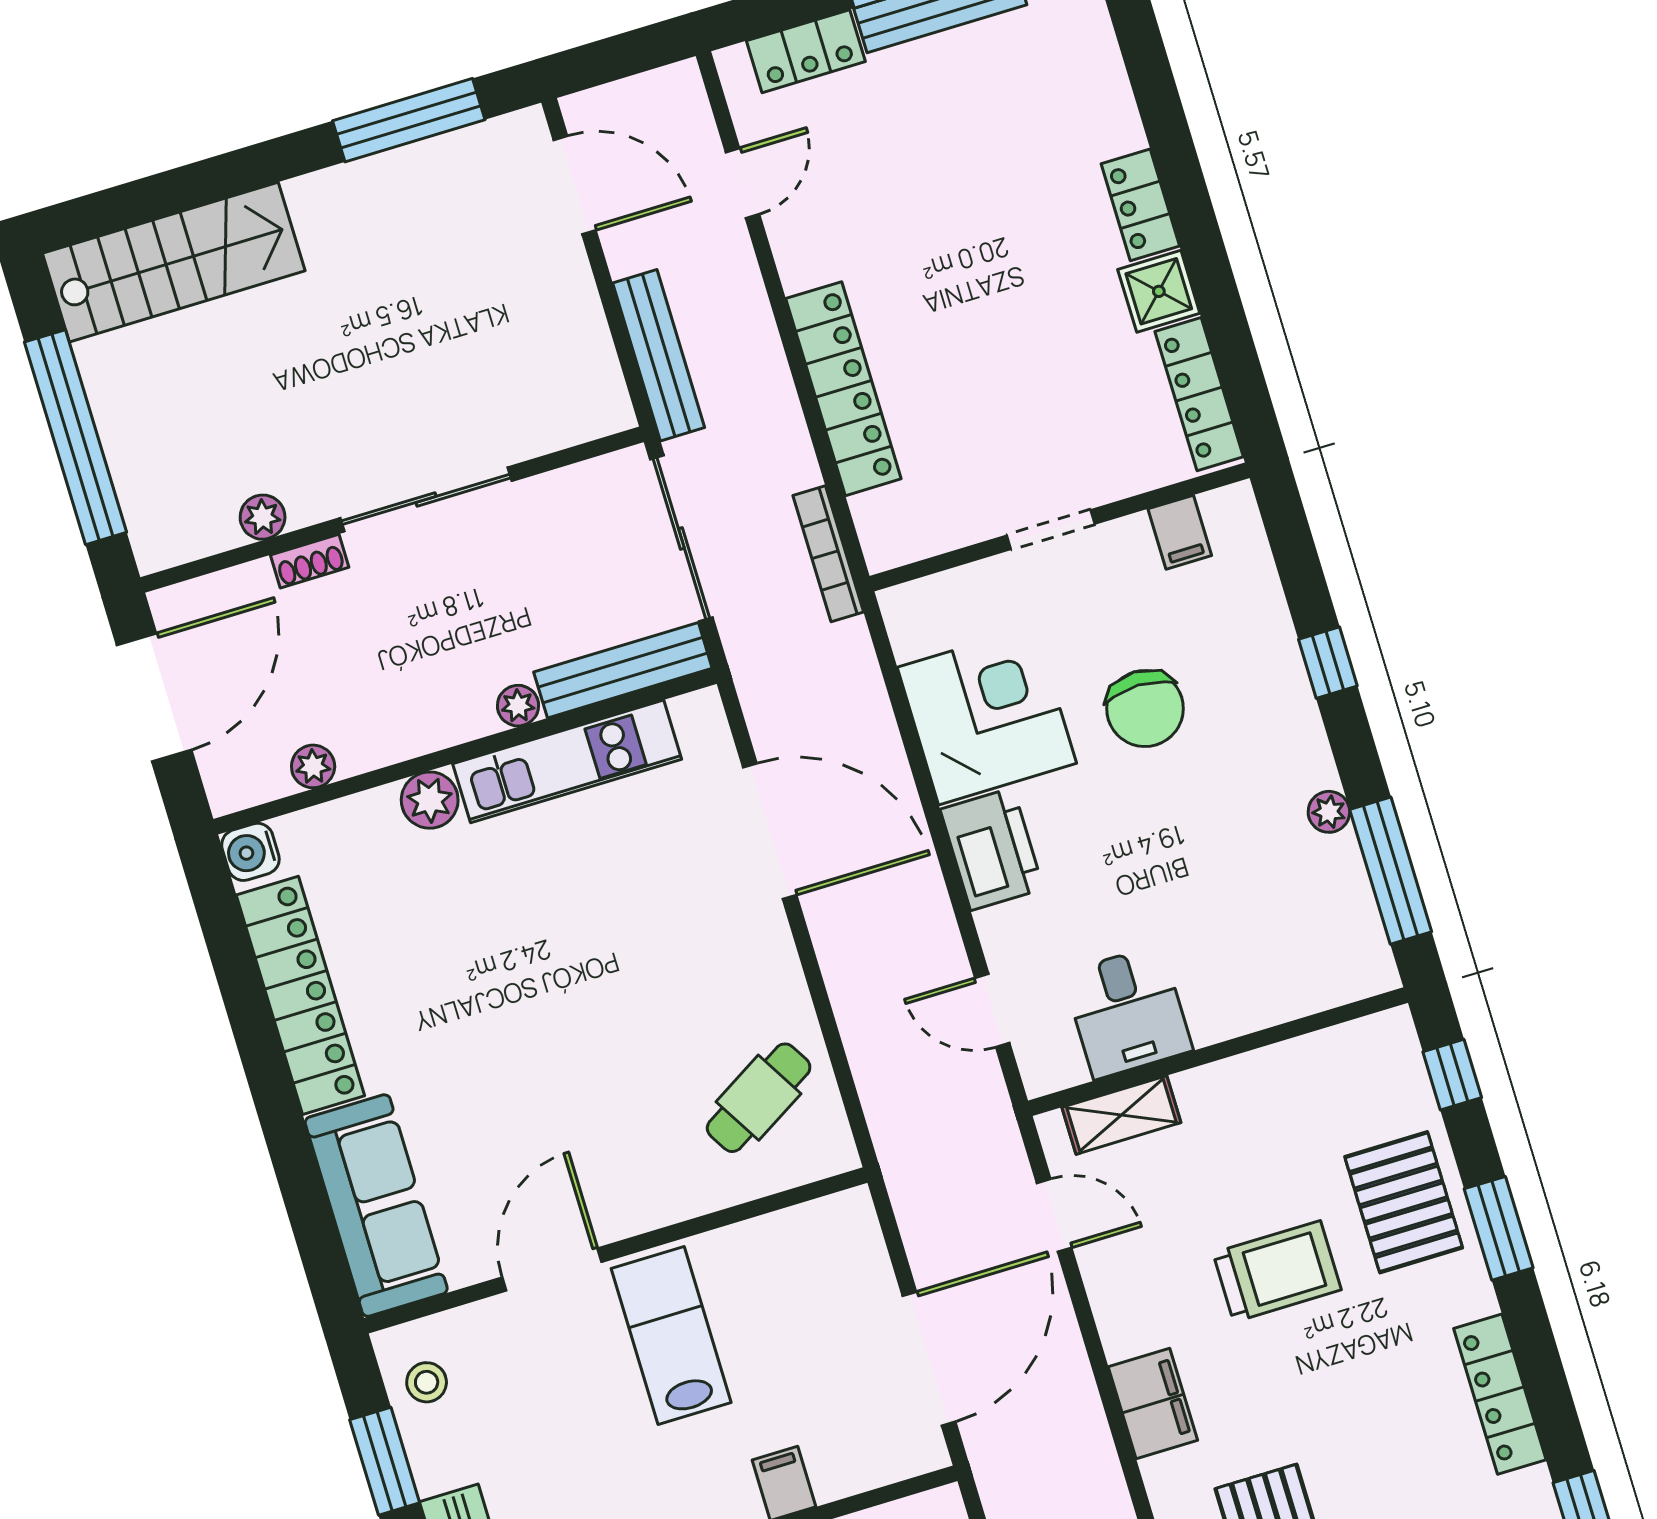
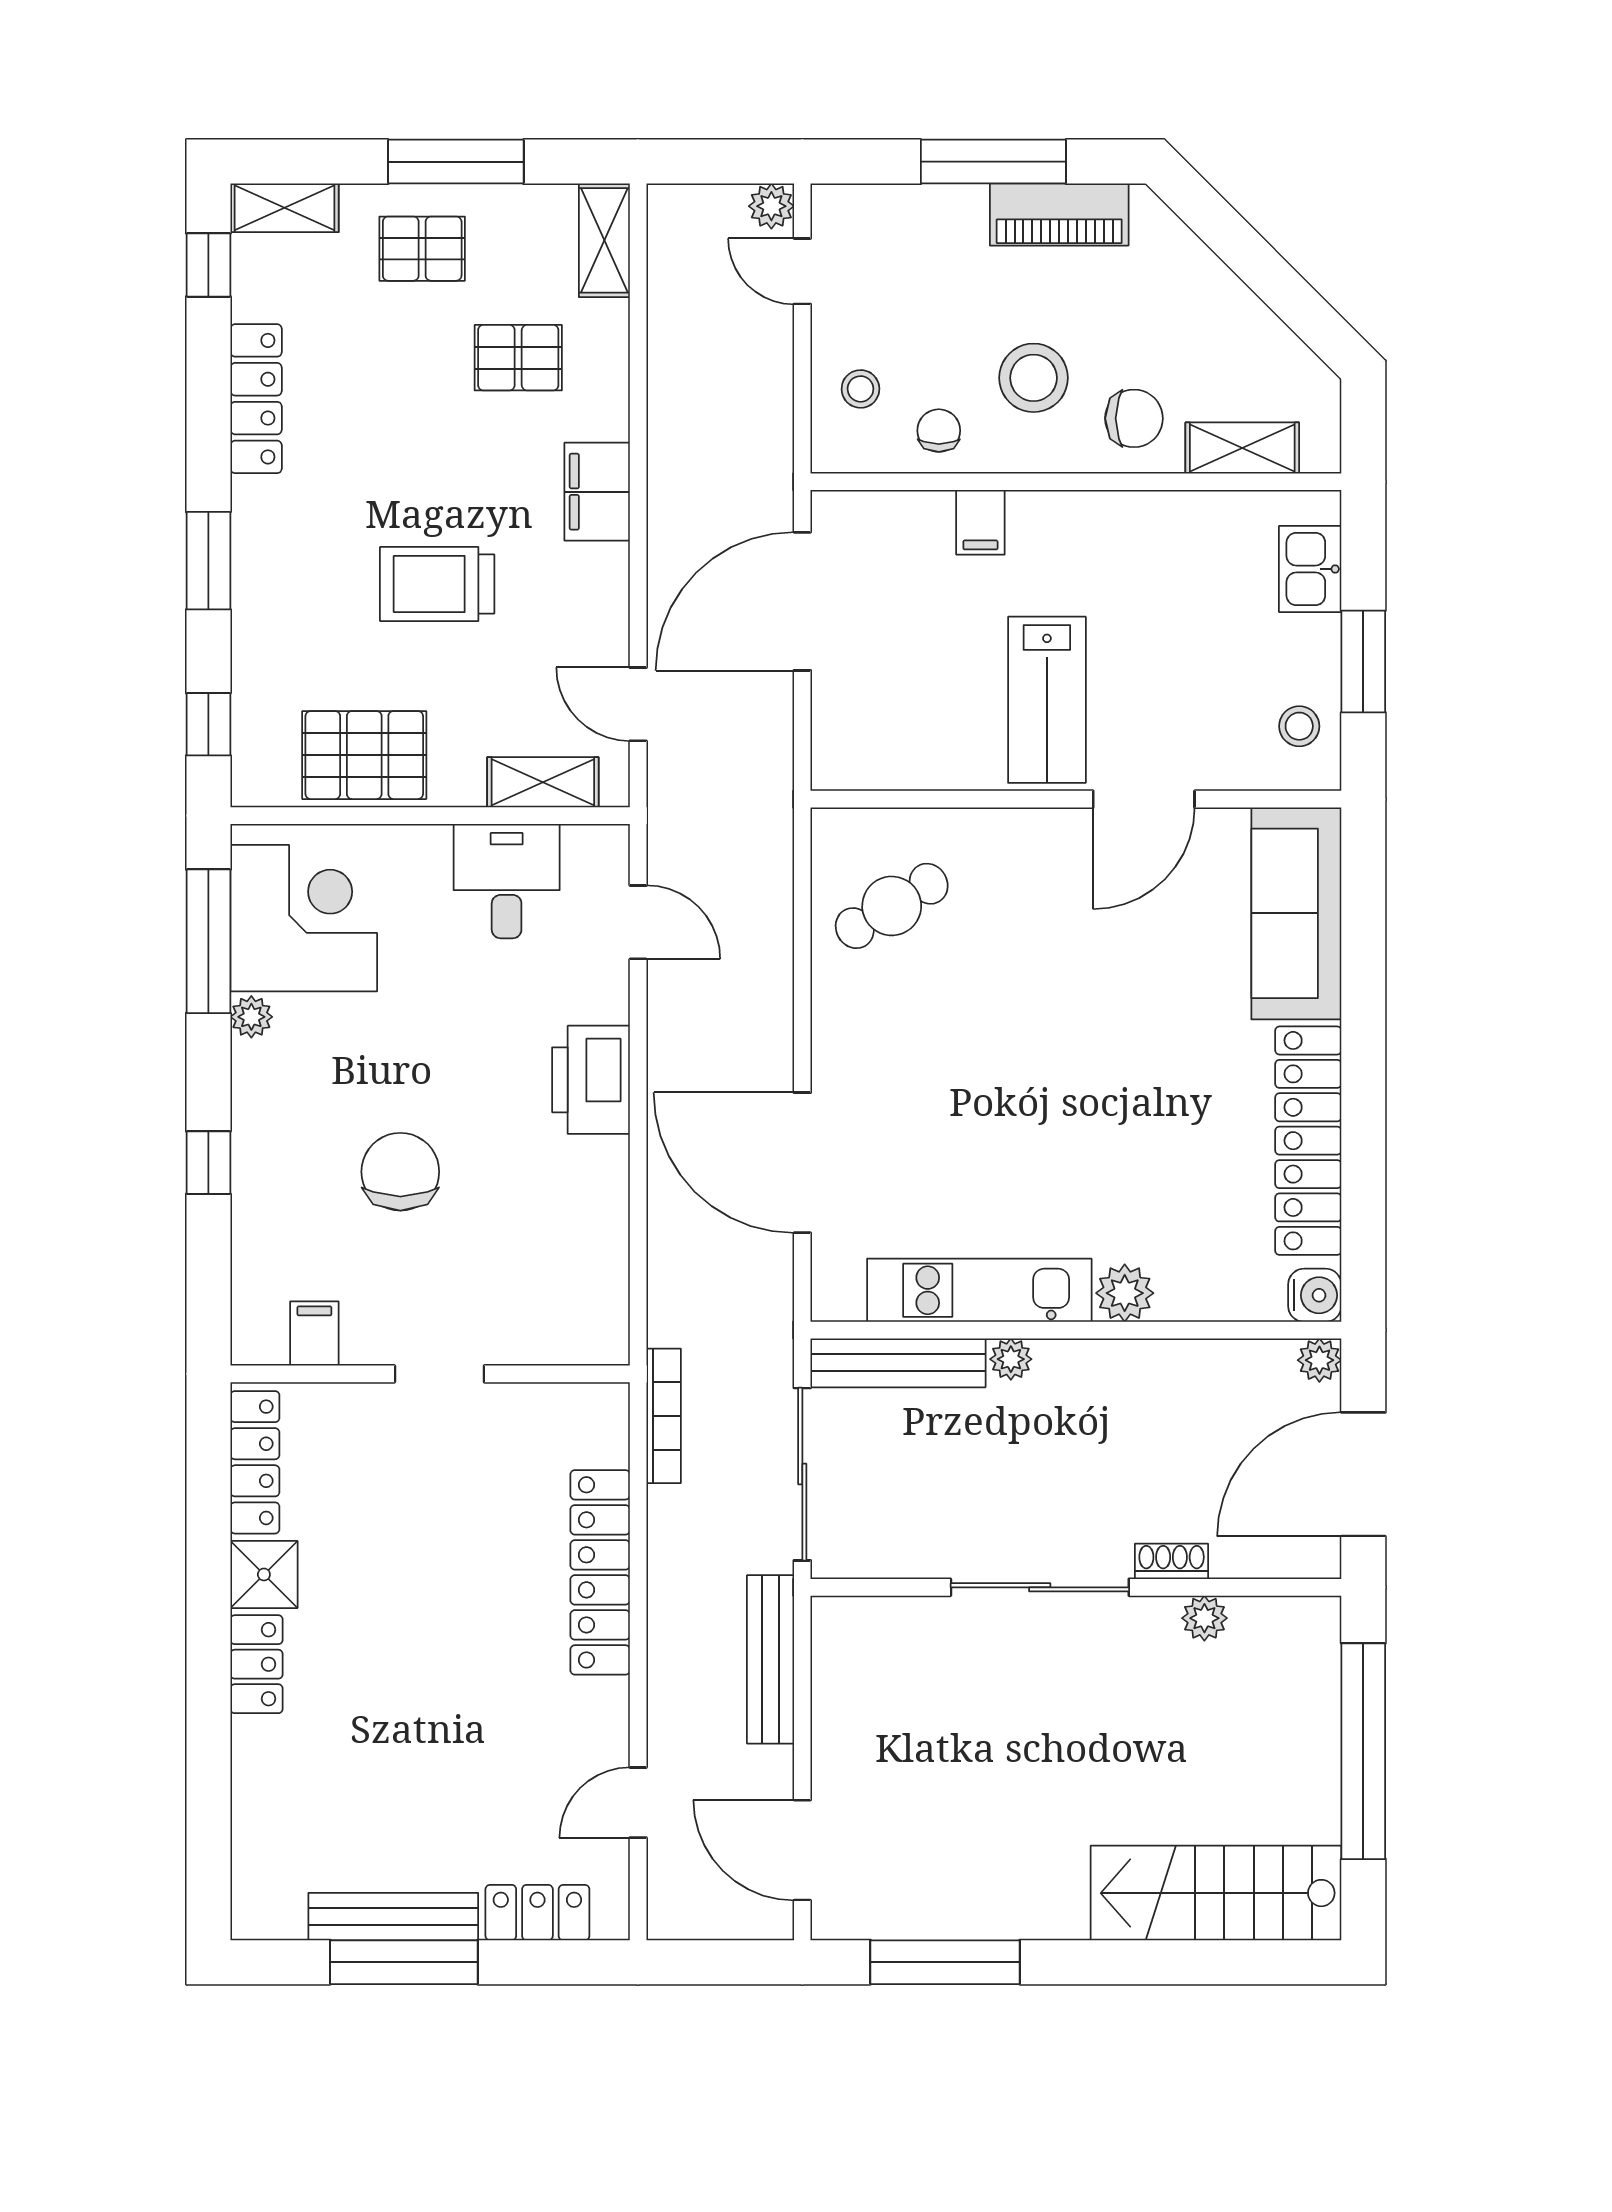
corner desk: (987, 715) -> (304, 918), moved, turned 180
plant: (313, 766) -> (1319, 1360), moved
pallet: (1404, 1202) -> (364, 755), moved, turned 90

